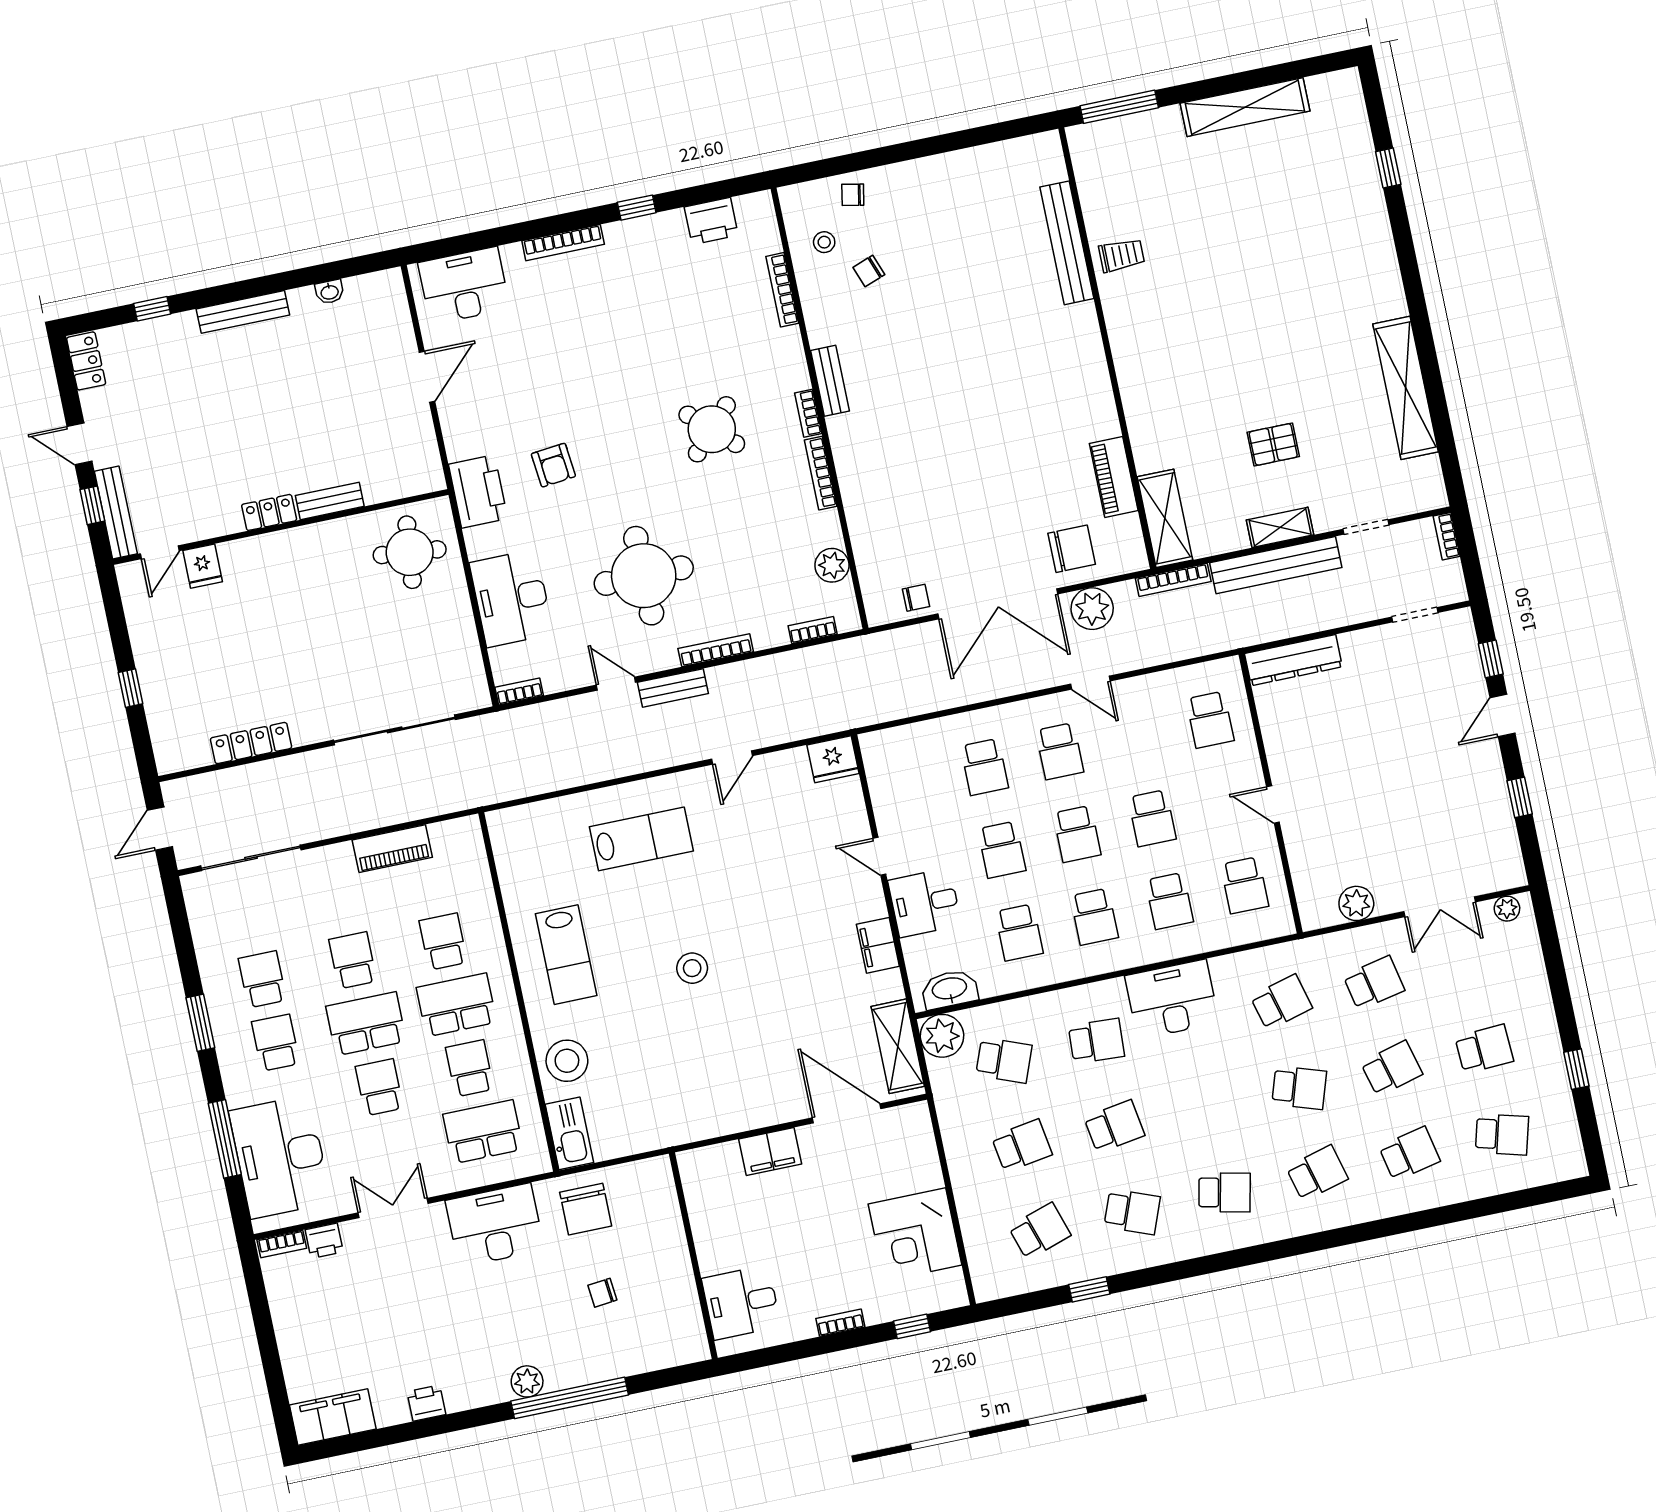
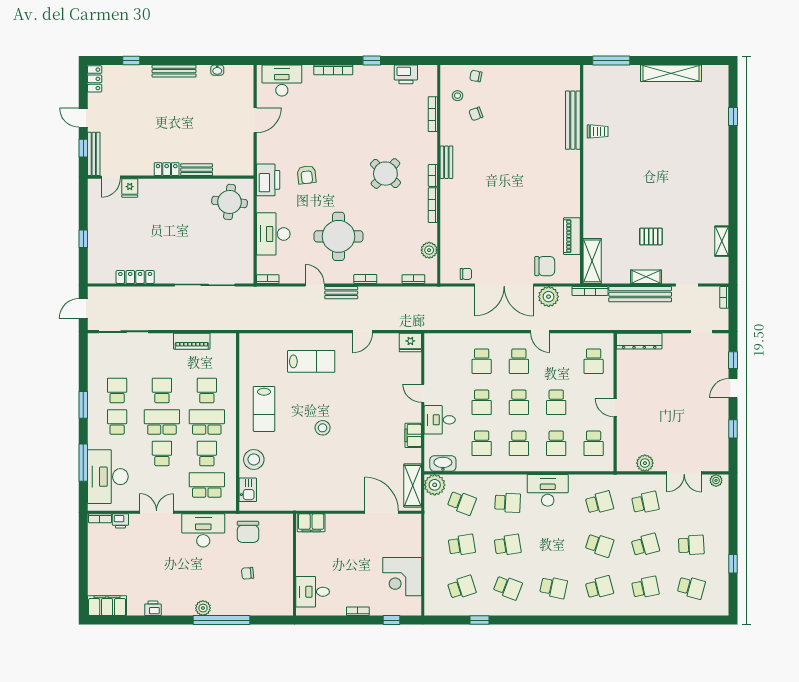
shelving: (1406, 388) -> (722, 241), width x0.45, depth x0.75
bookcase: (716, 650) -> (365, 279), width x0.64
kitchen sink: (569, 1133) -> (248, 490), width x0.73
filing cabinet: (770, 1152) -> (311, 523), moved

